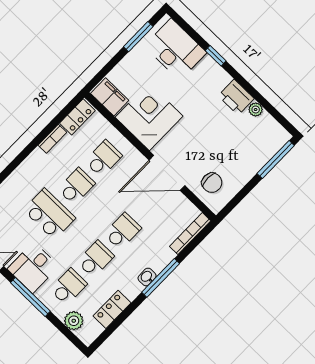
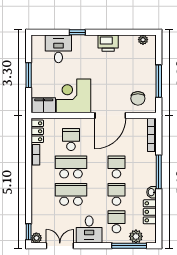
window: (138, 37) -> (29, 75), moved
desk: (175, 49) -> (58, 49), width x0.73
plant: (256, 109) -> (143, 40), moved
window: (276, 160) -> (159, 81), moved
chair: (212, 183) -> (138, 98), turned 90
school desk: (76, 186) -> (71, 167), width x1.85
washbasin: (147, 277) -> (151, 192), moved
window: (30, 297) -> (129, 246), moved

